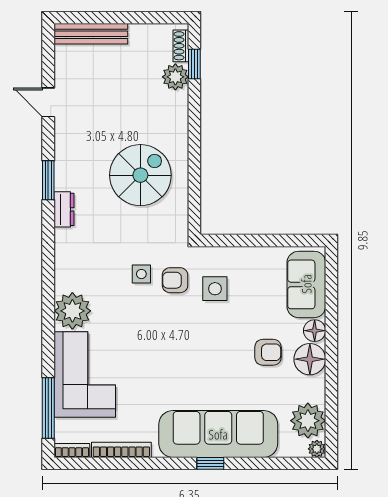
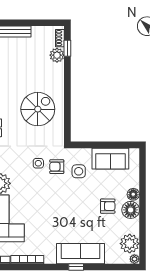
sofa: (306, 284) -> (110, 159), moved, turned -90
sofa: (218, 434) -> (80, 254), width x0.74, depth x0.79

